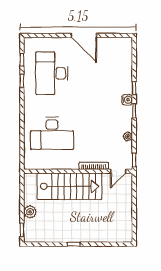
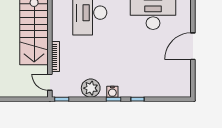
water cooler: (127, 100) -> (112, 92), moved
plant: (128, 137) -> (91, 88), width x1.87, depth x1.87

